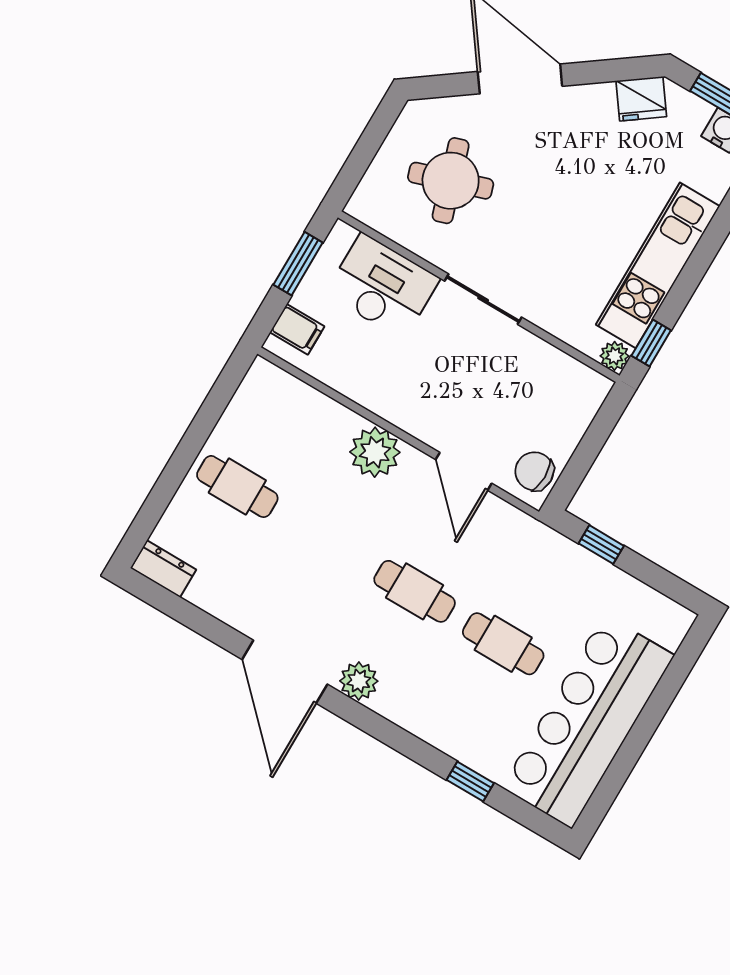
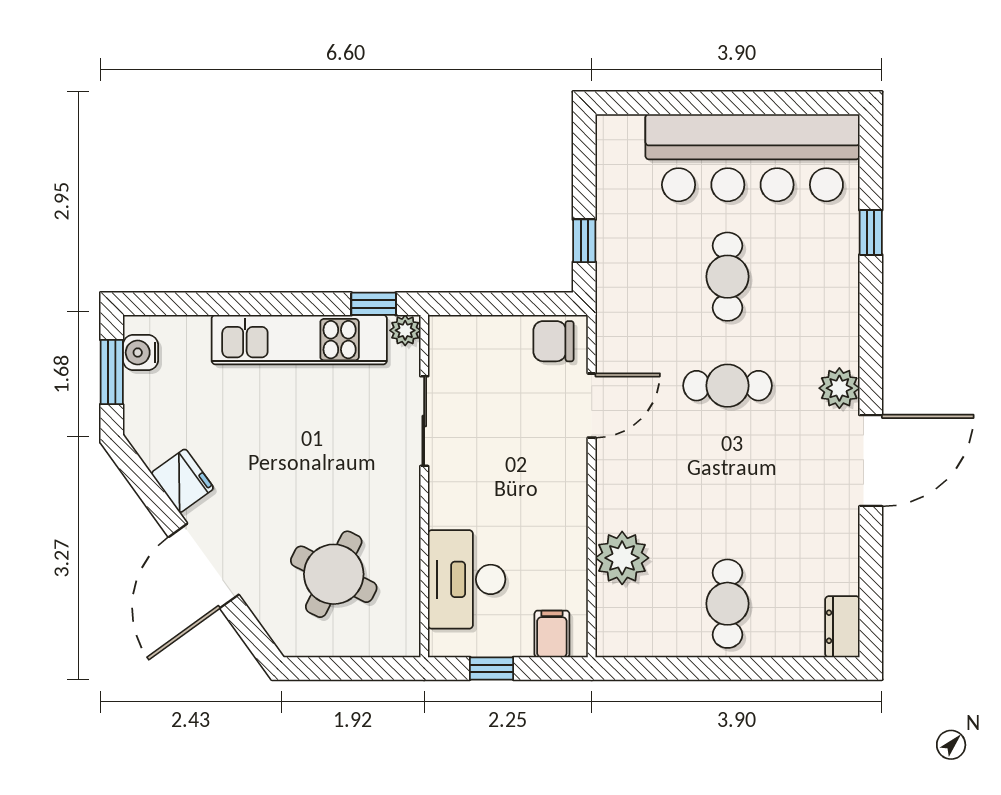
fridge: (641, 99) -> (182, 481), moved
round table: (451, 181) -> (334, 574), turned 45
window: (298, 264) -> (492, 668), width x0.67
sliding door: (483, 299) -> (424, 421), moved
plant: (375, 452) -> (622, 558), moved
chair: (534, 471) -> (553, 341), turned 90
cafe table: (415, 591) -> (727, 386), turned 90

